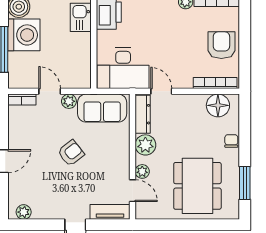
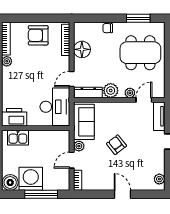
floor lamp: (218, 105) -> (82, 49), moved

